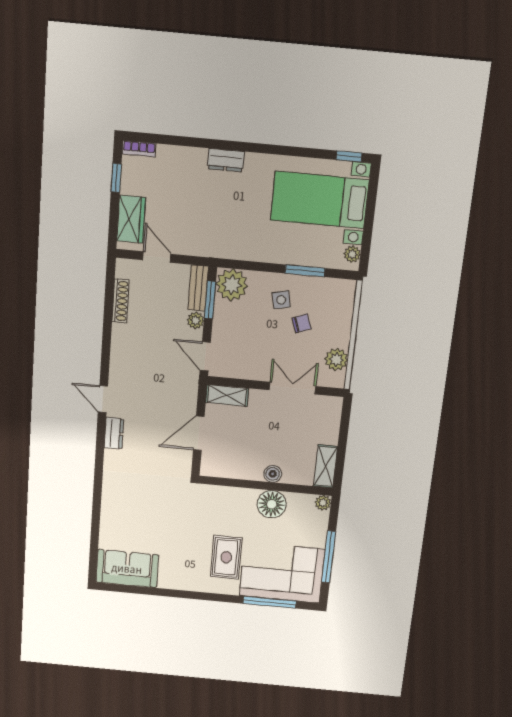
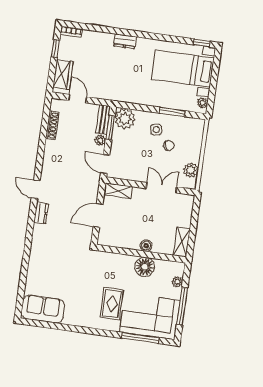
plant: (323, 503) -> (177, 282), moved

